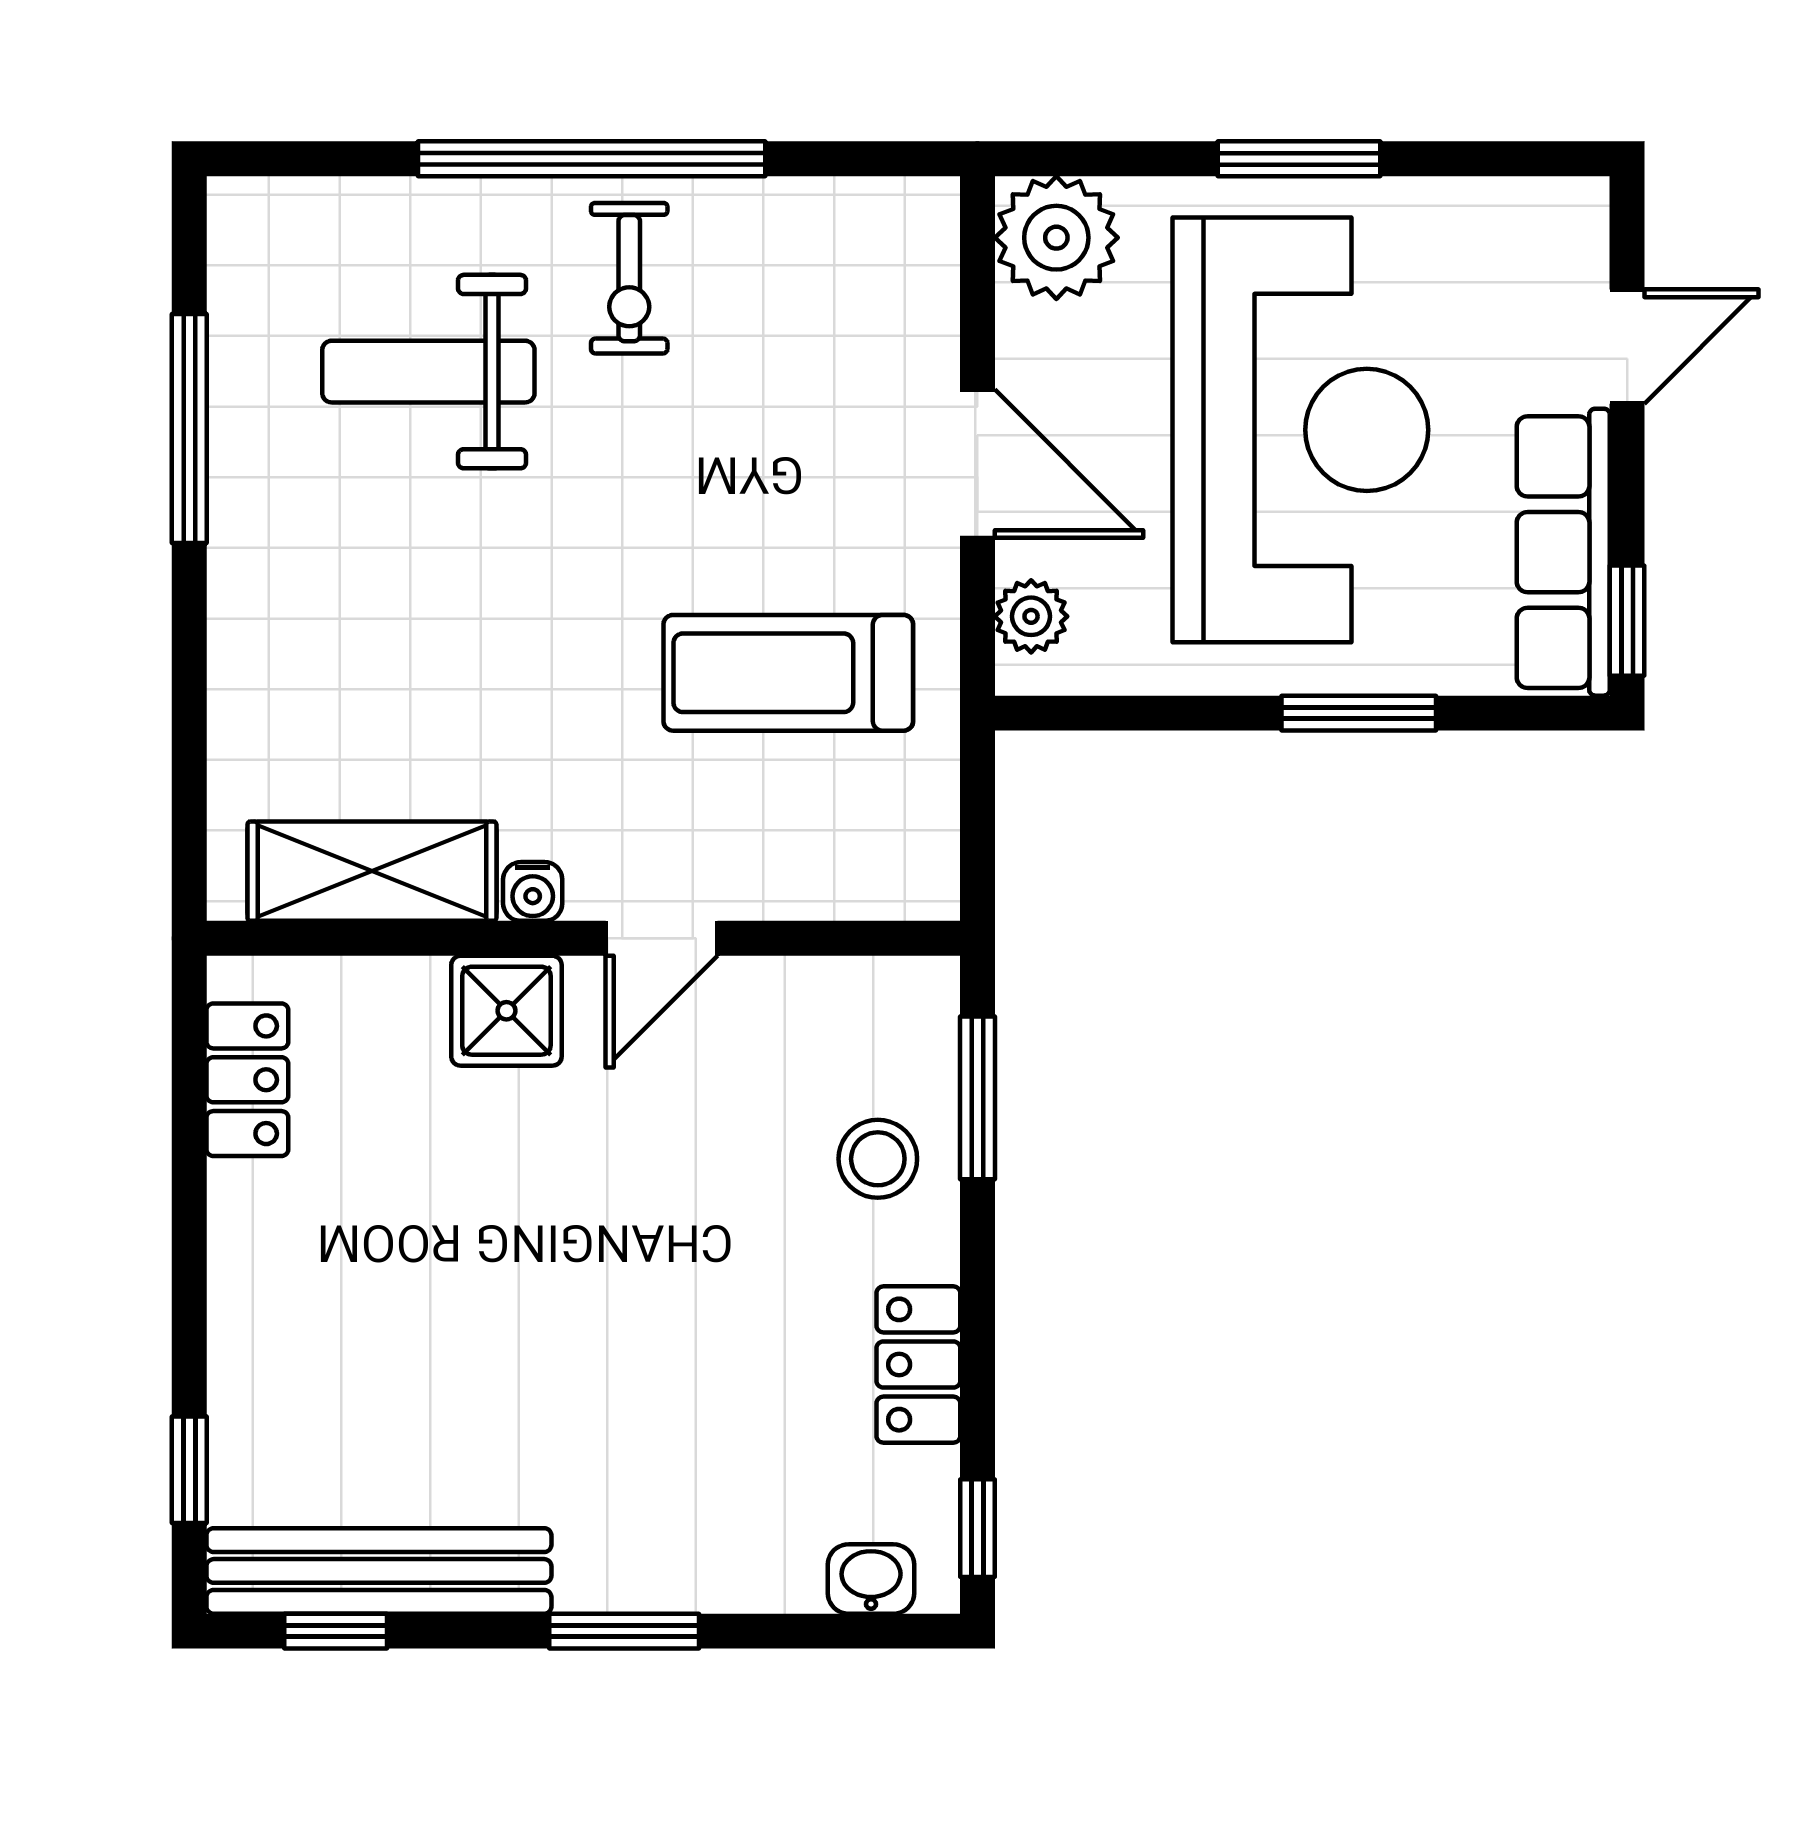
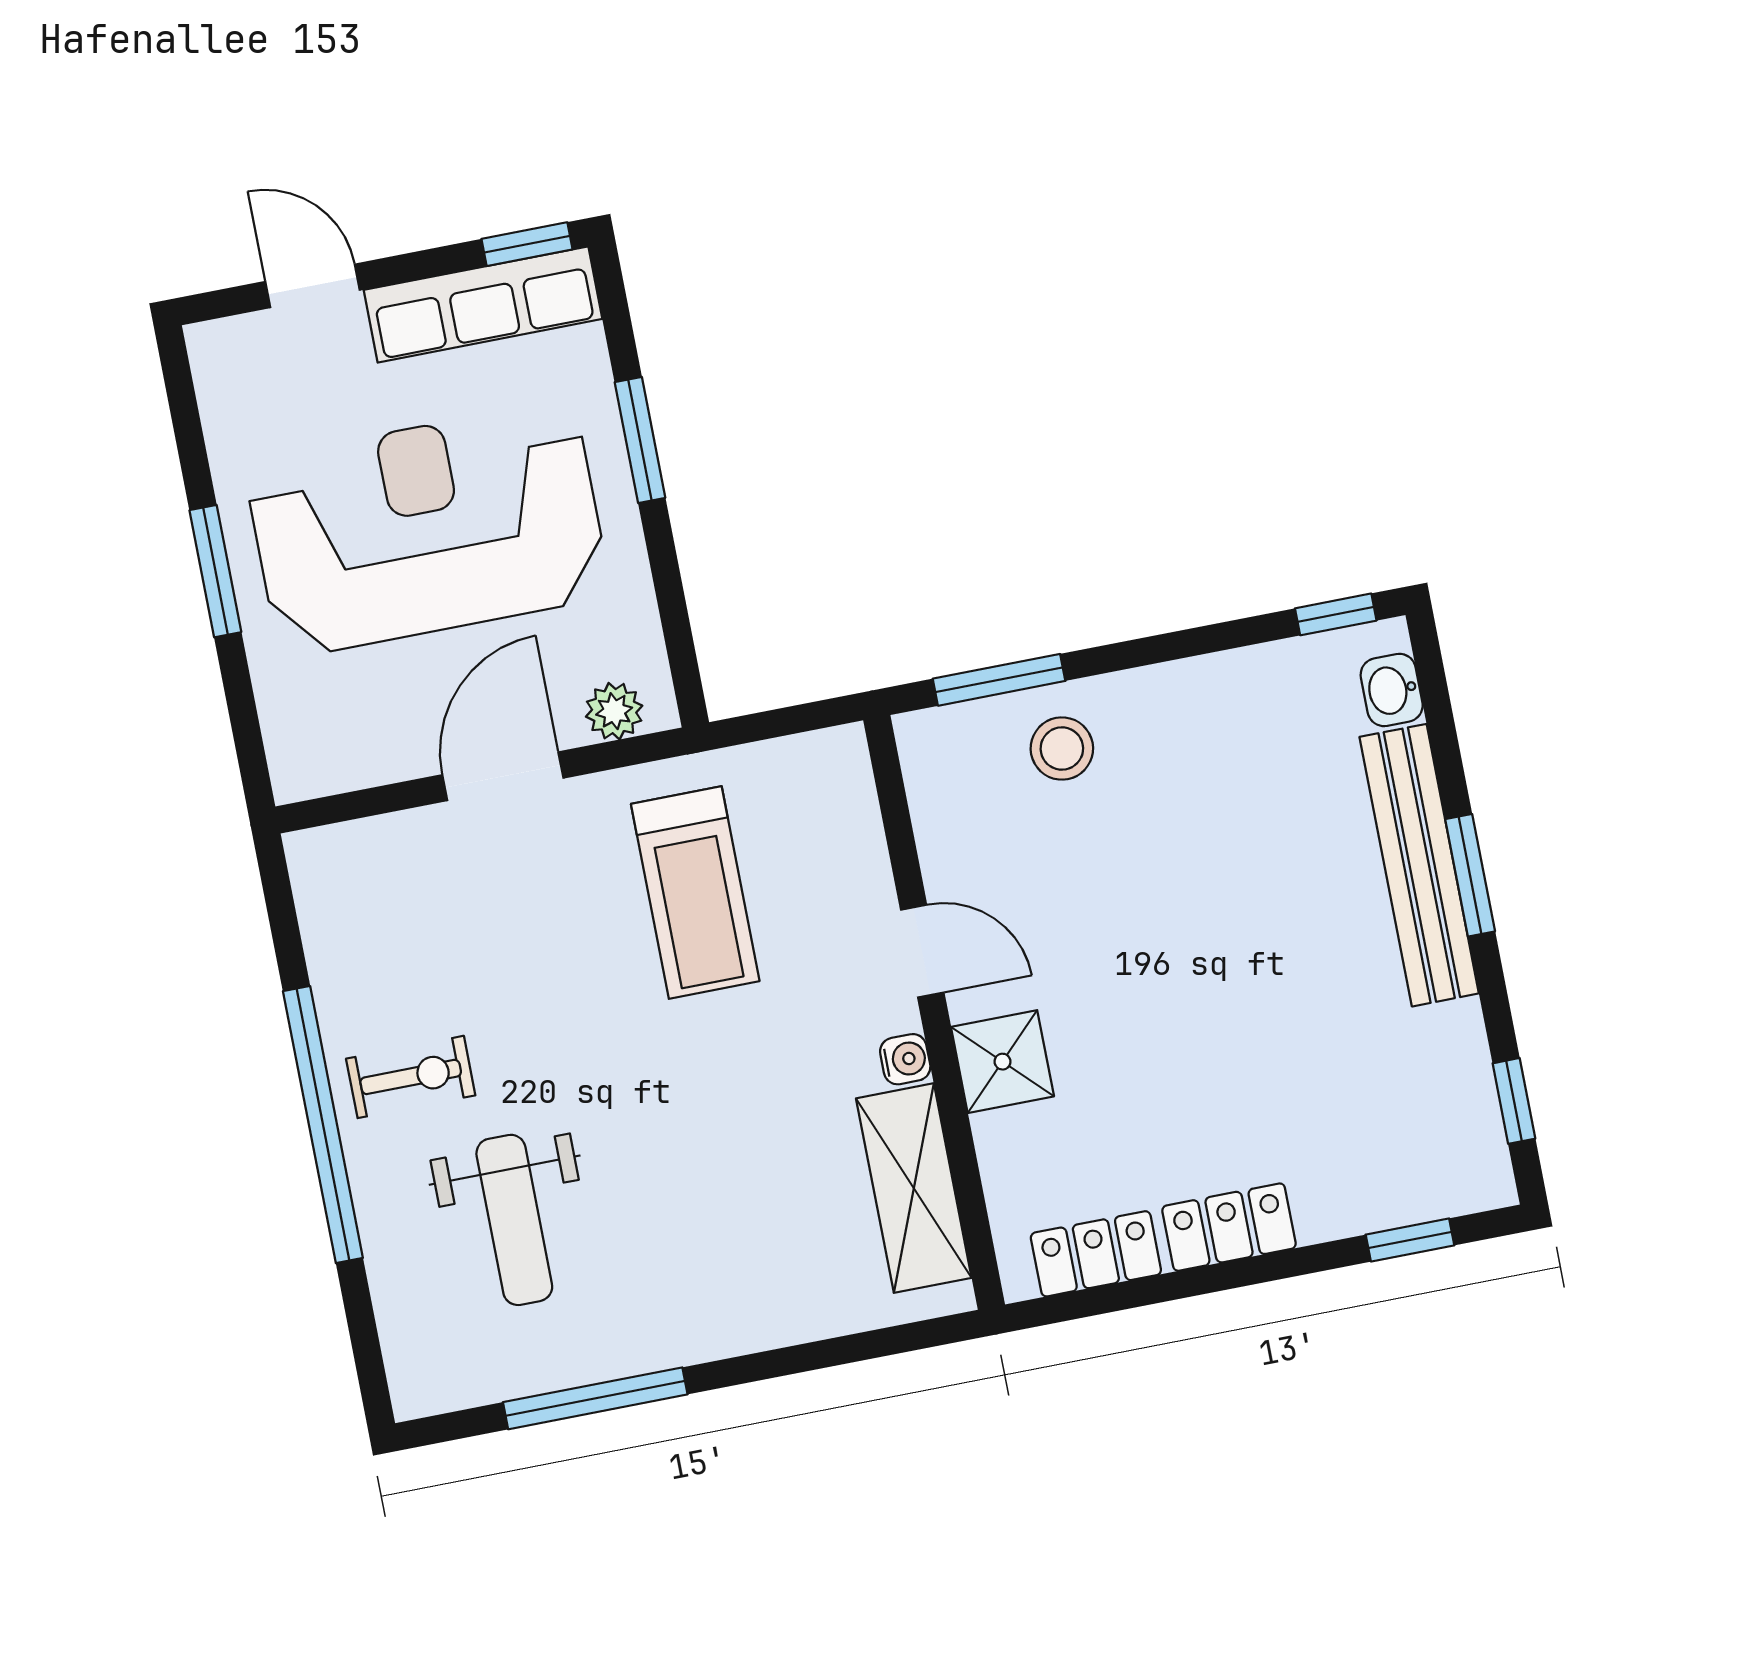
plant: (1056, 238) -> (314, 749), removed
locker: (918, 1365) -> (1229, 1227), moved, turned 180
bench: (379, 1571) -> (1419, 865), moved

